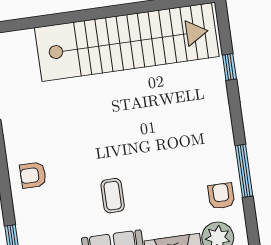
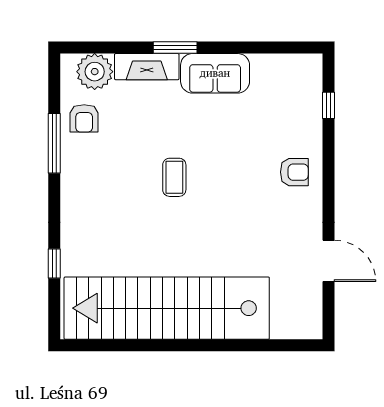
coffee table: (113, 196) -> (174, 177), moved

